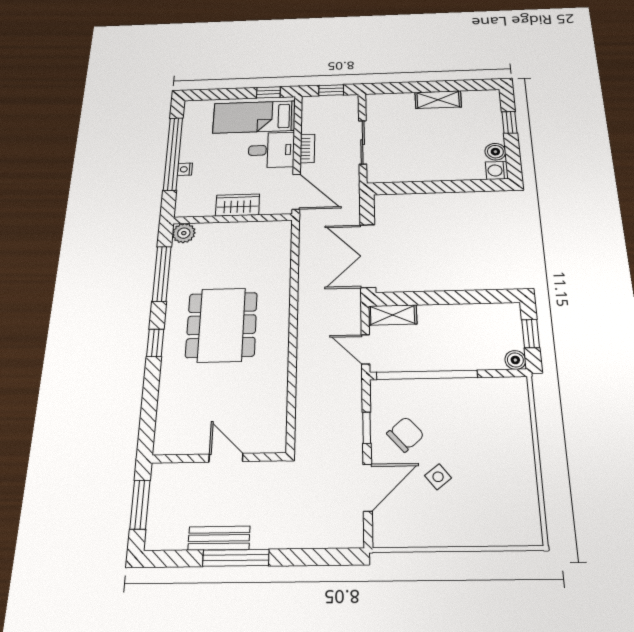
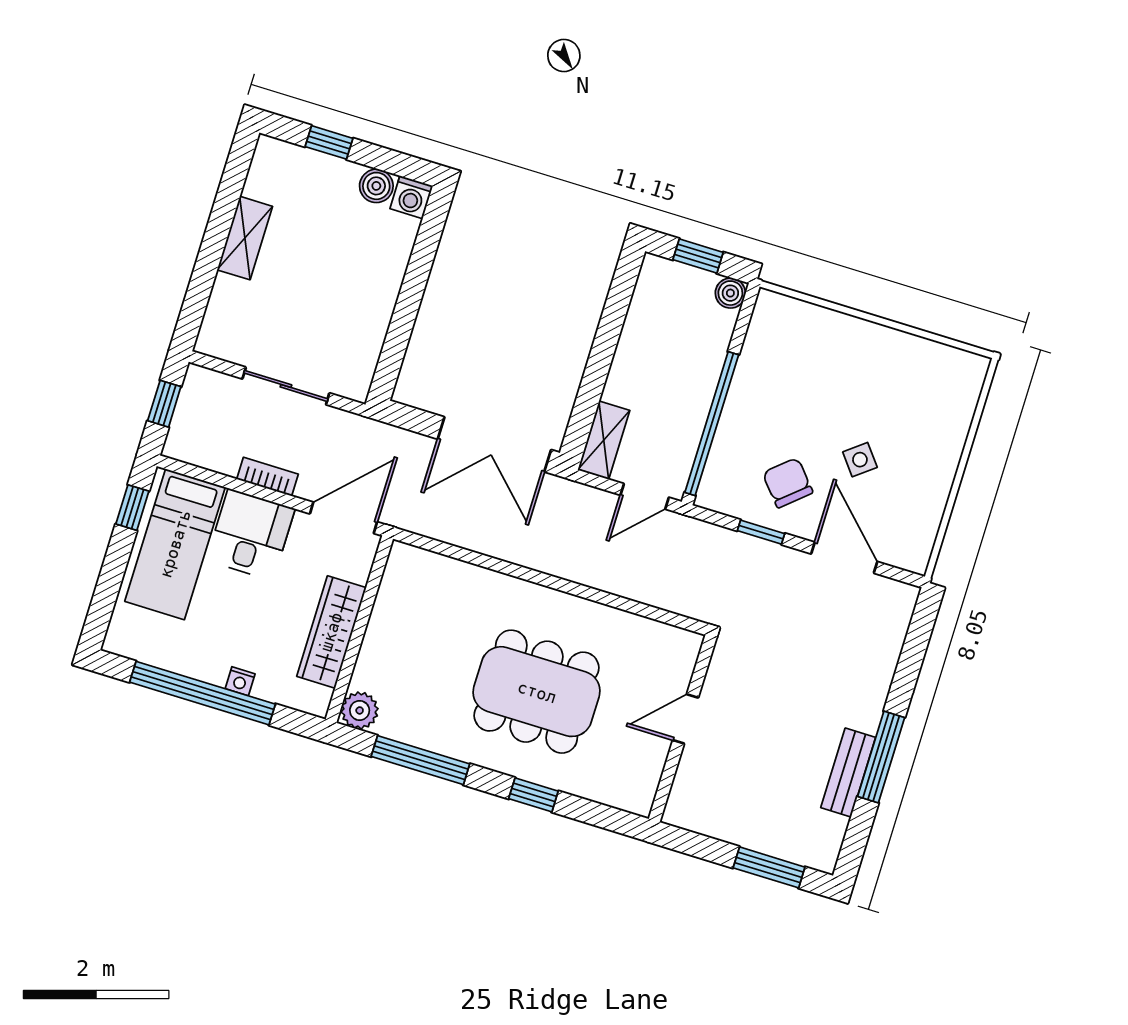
wardrobe: (238, 205) -> (331, 632), width x1.50
wall: (219, 458) -> (683, 729), moved
door: (226, 458) -> (685, 719), moved

